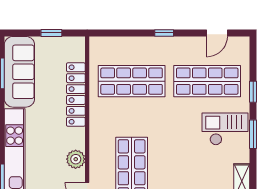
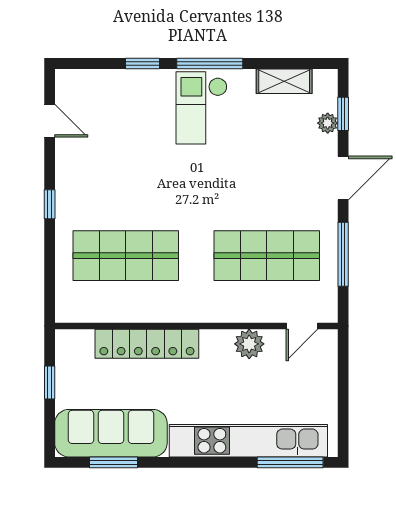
shop shelf: (132, 81) -> (126, 256), turned 90
shop shelf: (207, 81) -> (126, 136), removed
window: (253, 134) -> (210, 63), width x1.44

